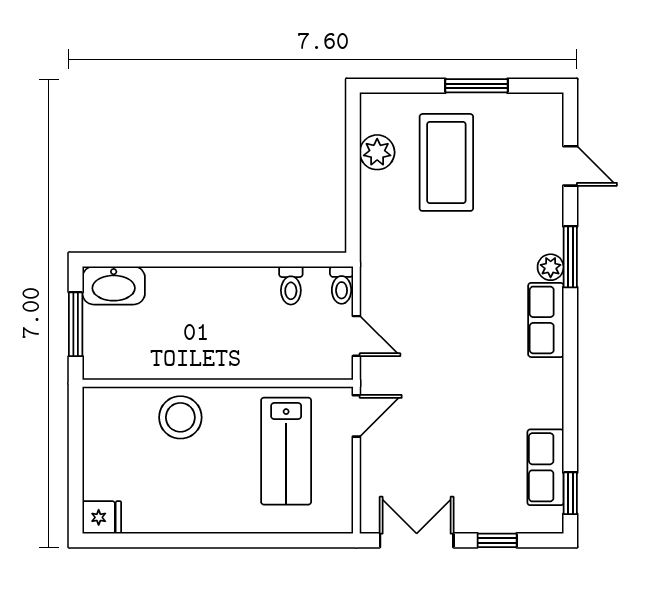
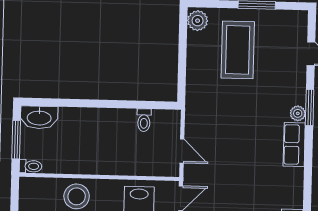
plant: (377, 152) -> (198, 21), moved
toilet: (342, 285) -> (30, 166), moved, turned -90

